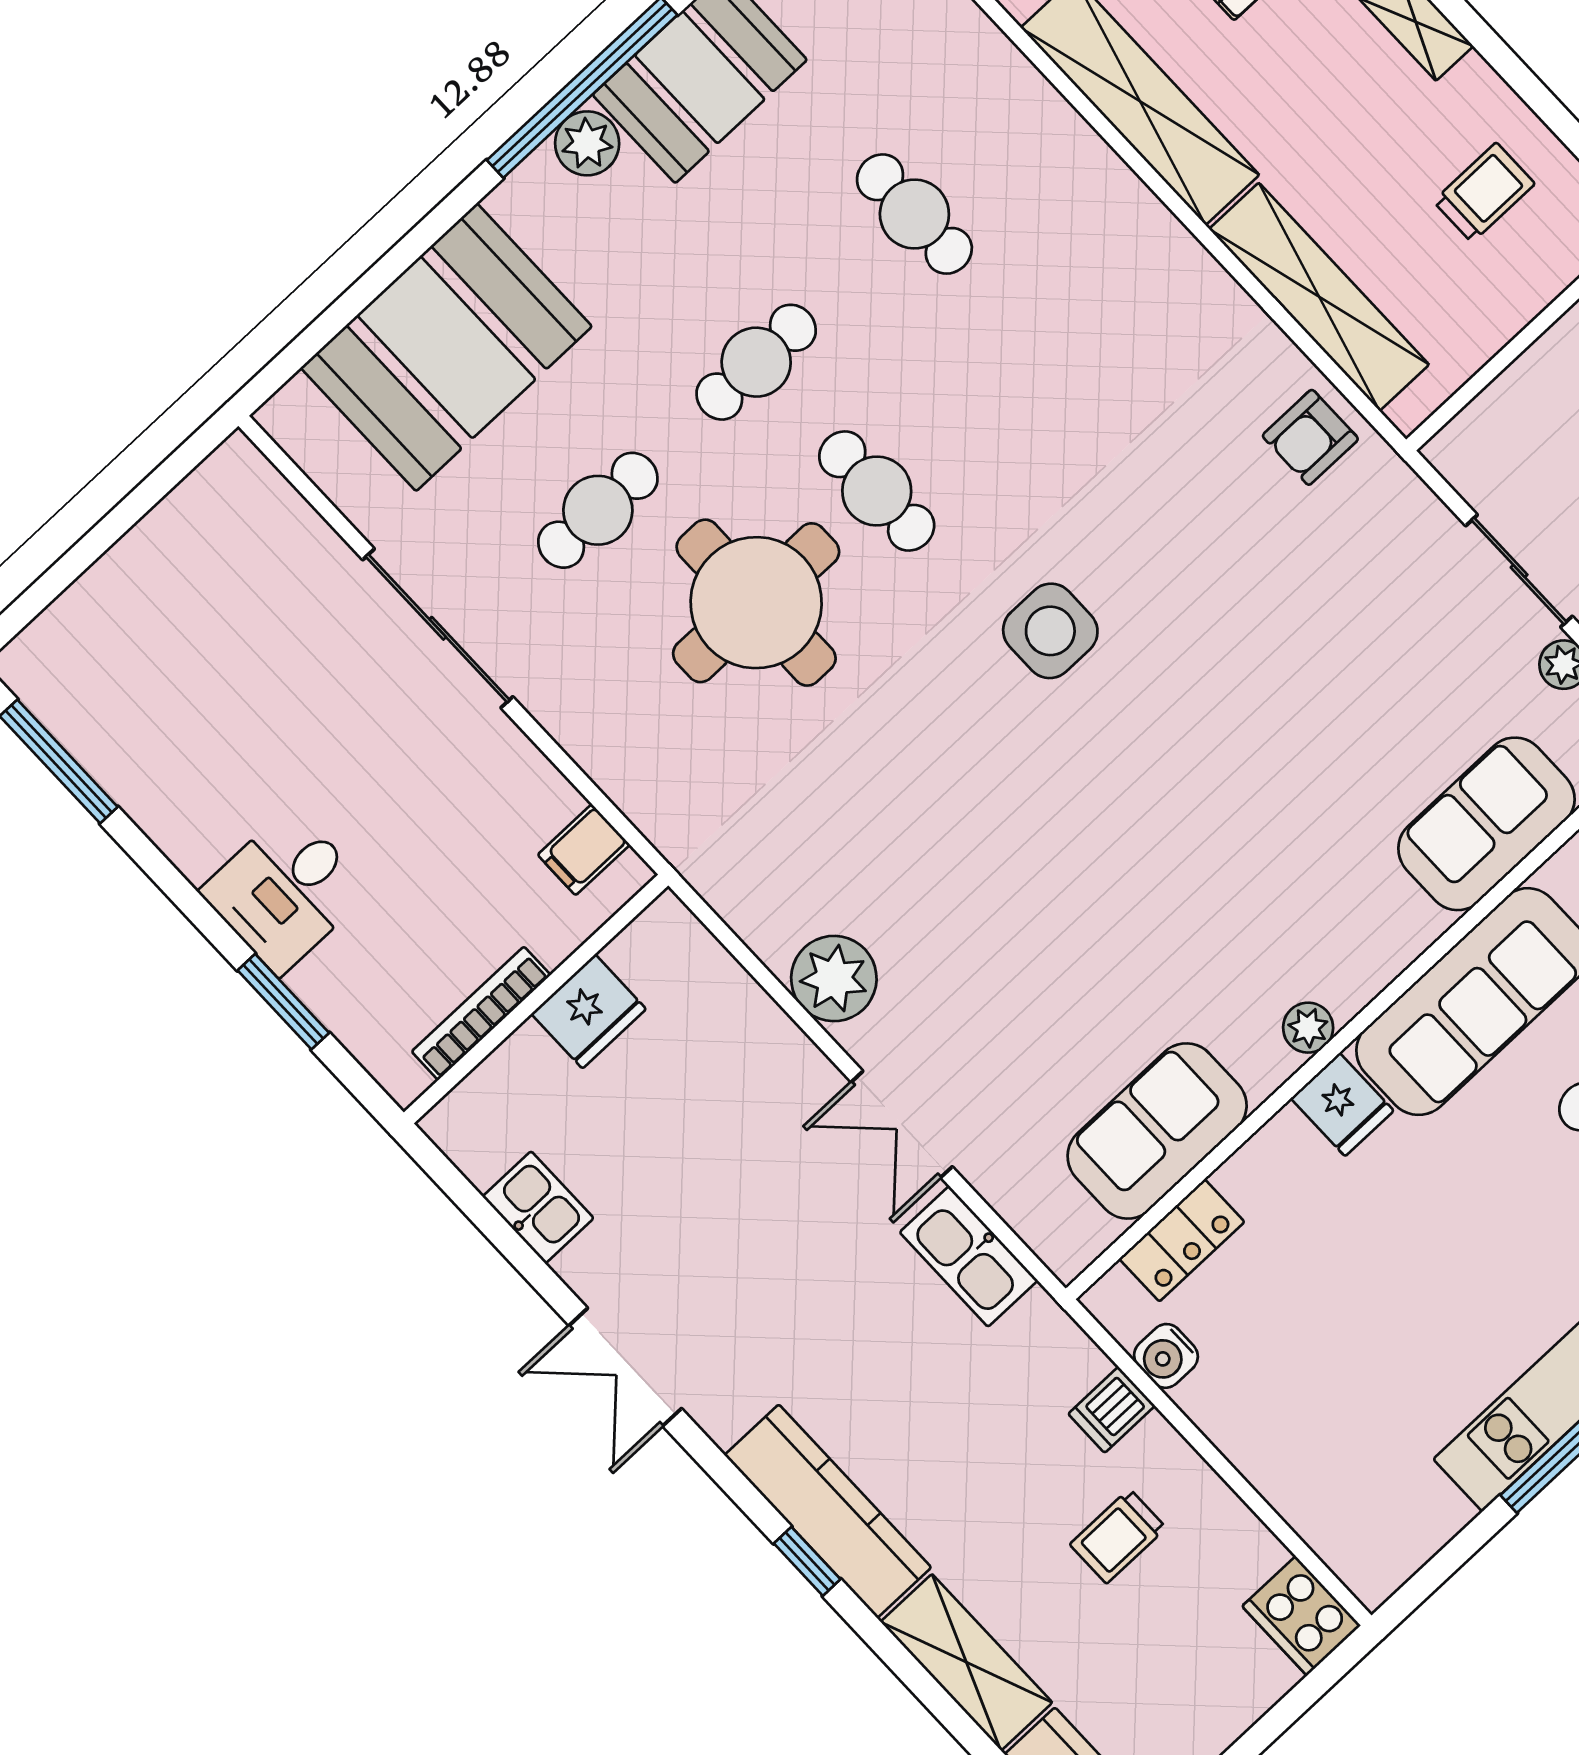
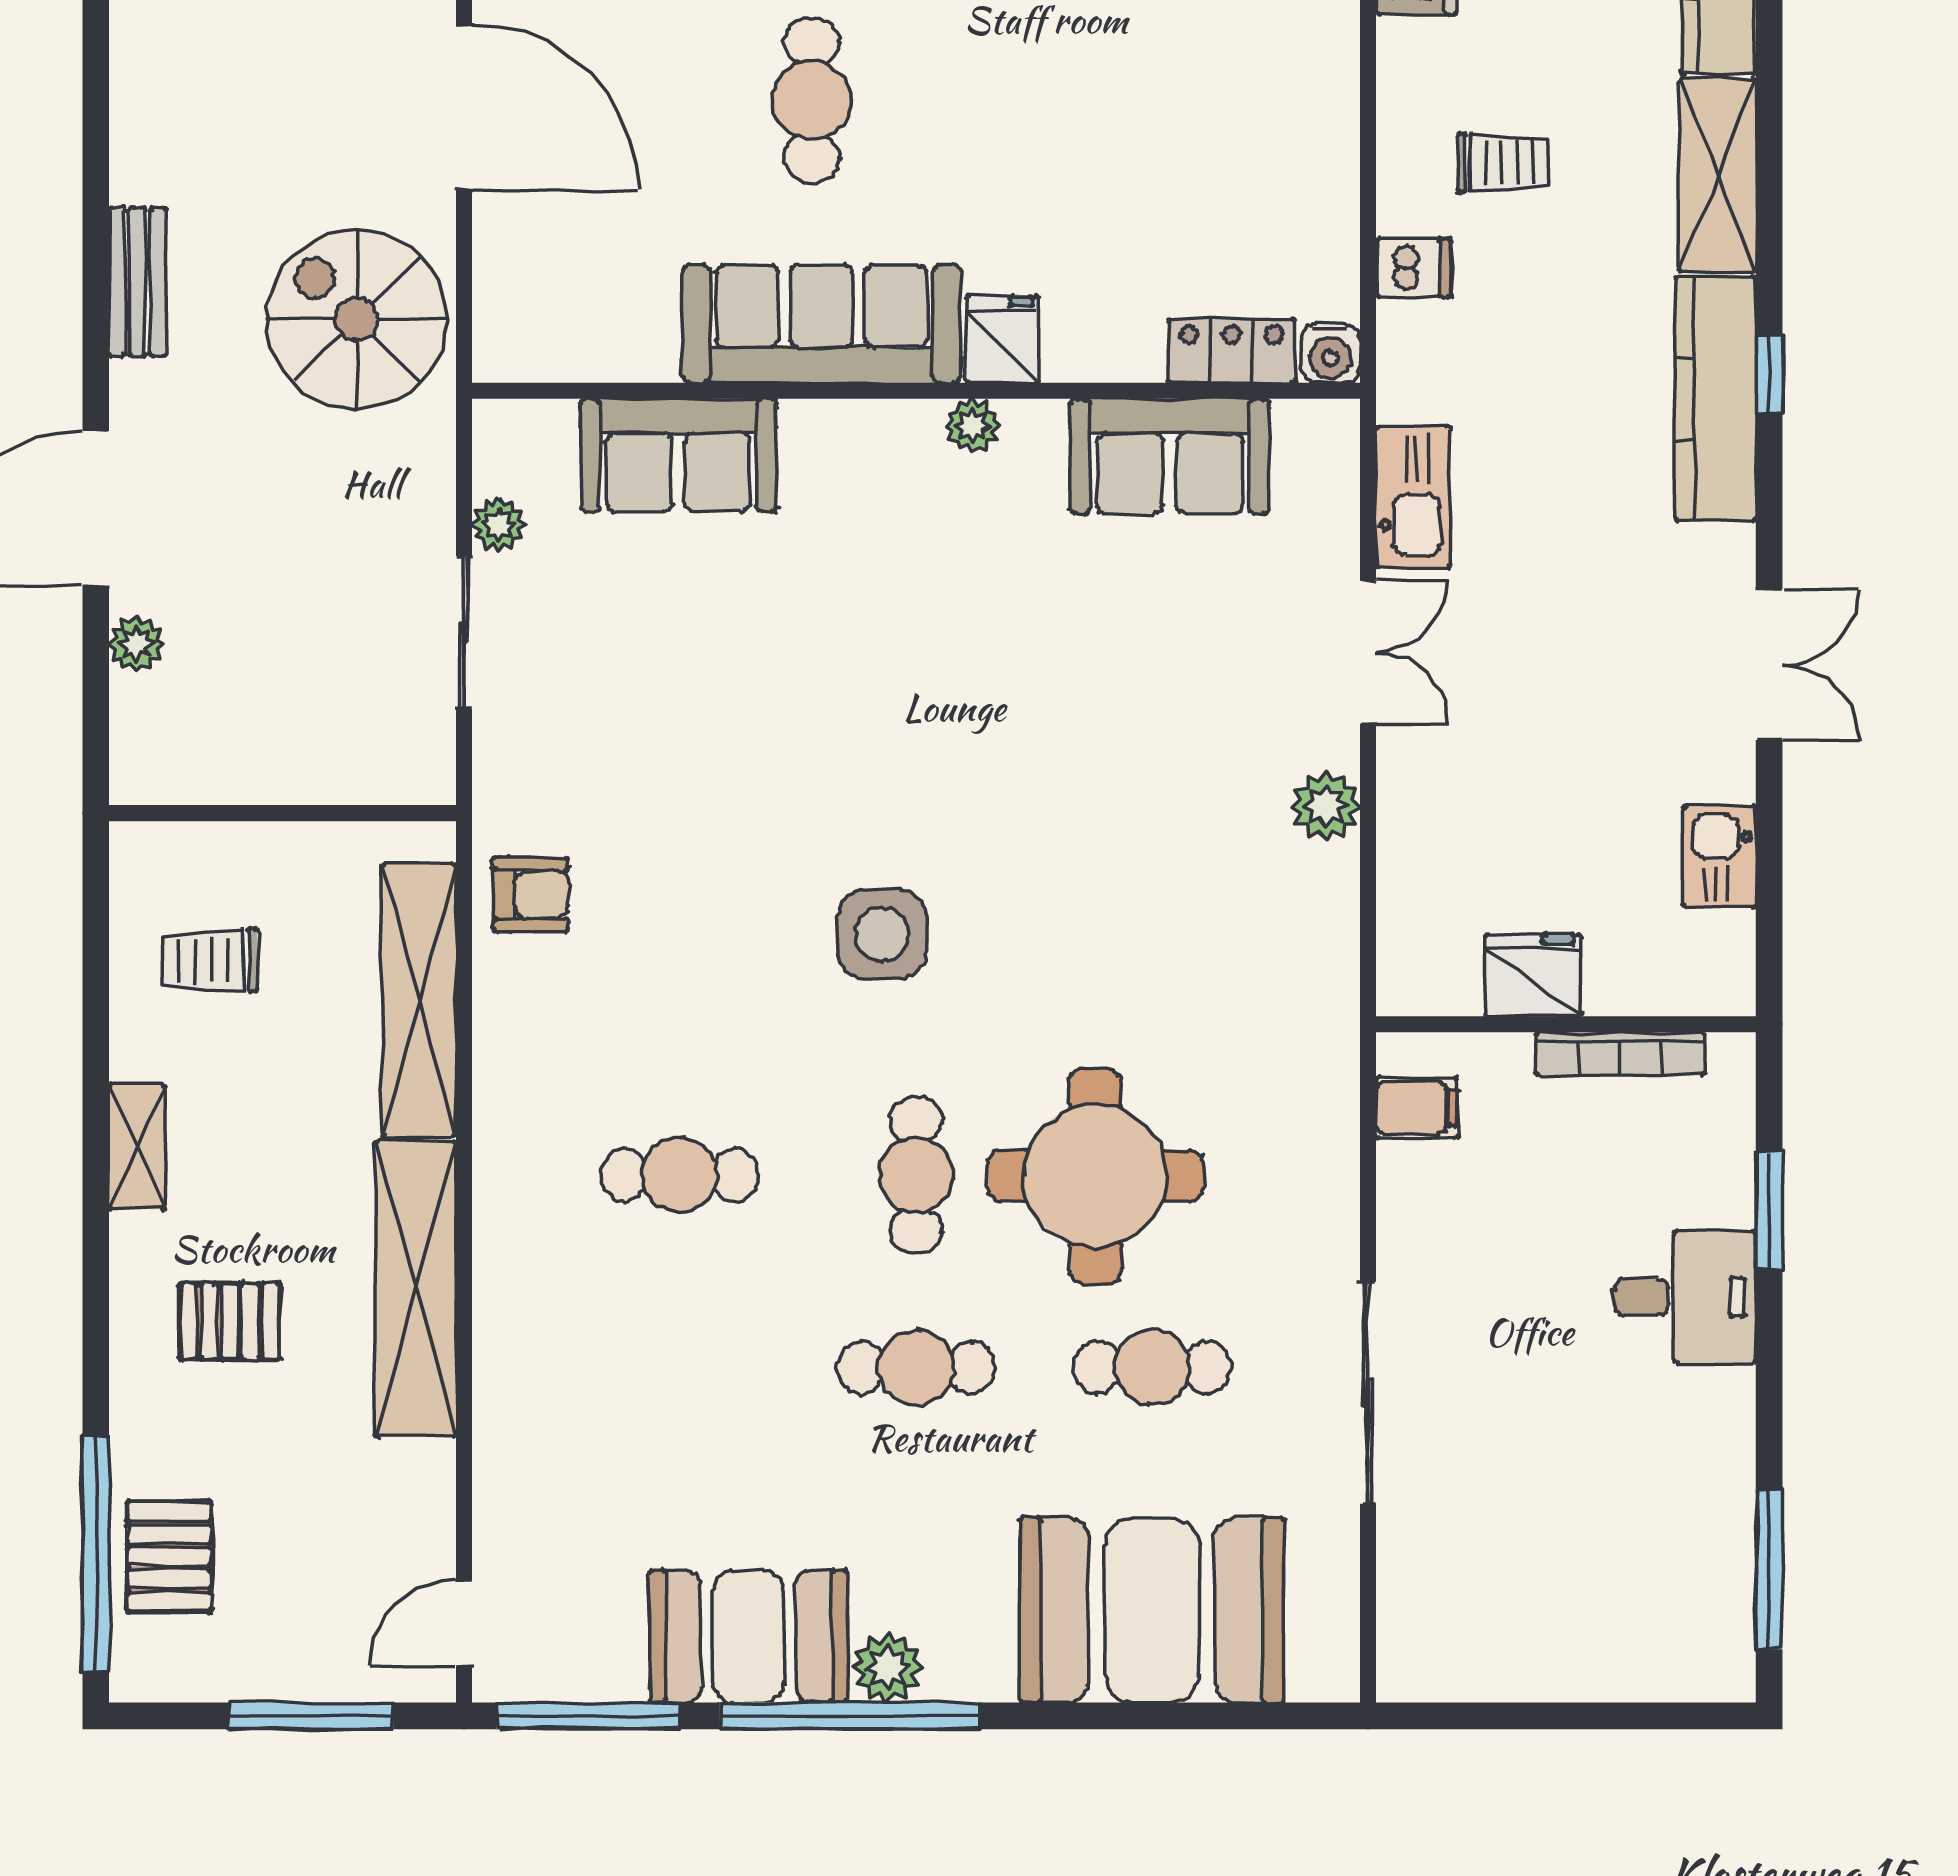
cafe table: (914, 214) -> (679, 1175), moved, turned 90
plant: (834, 979) -> (1326, 806), width x0.73, depth x0.73
water cooler: (1166, 1356) -> (1330, 353), moved, turned 90

